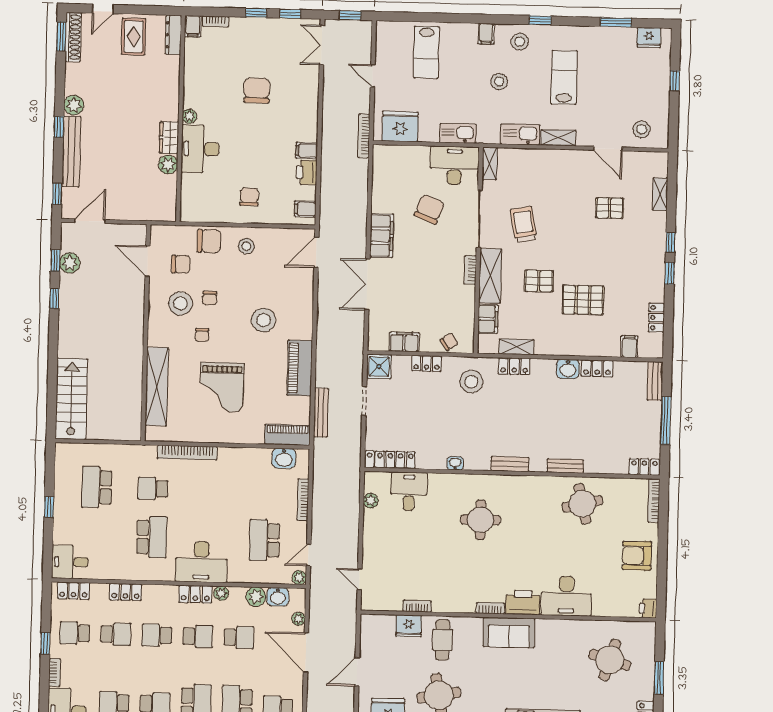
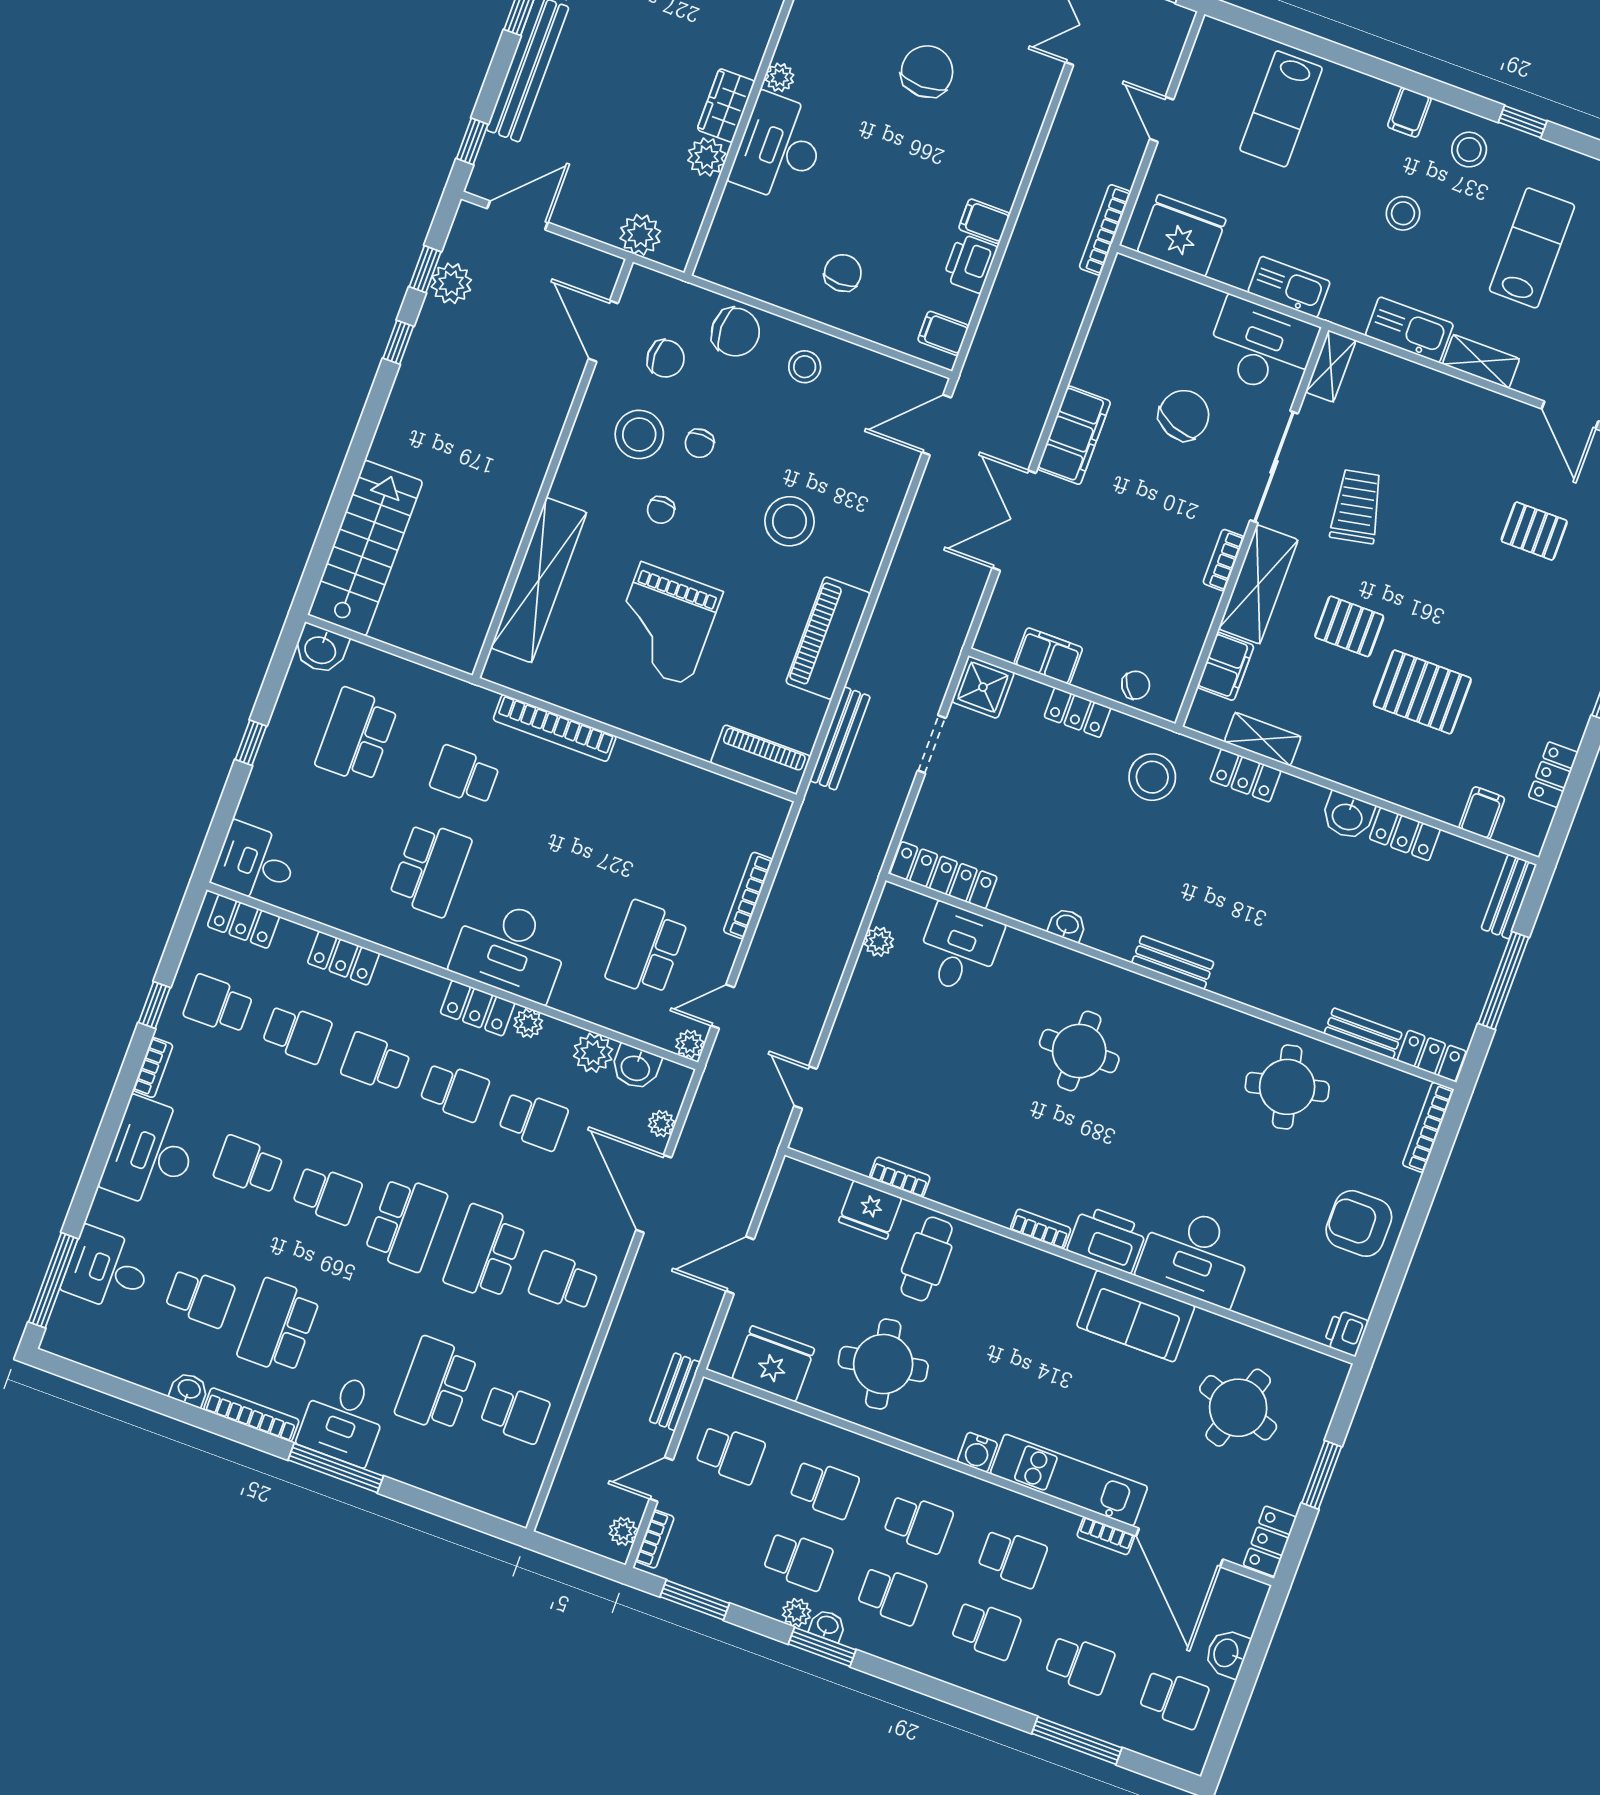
plant: (150, 211) -> (640, 235), added
washbasin: (284, 458) -> (321, 649), moved
bench: (565, 466) -> (1363, 1033), moved
sofa: (509, 632) -> (1136, 1316), moved

